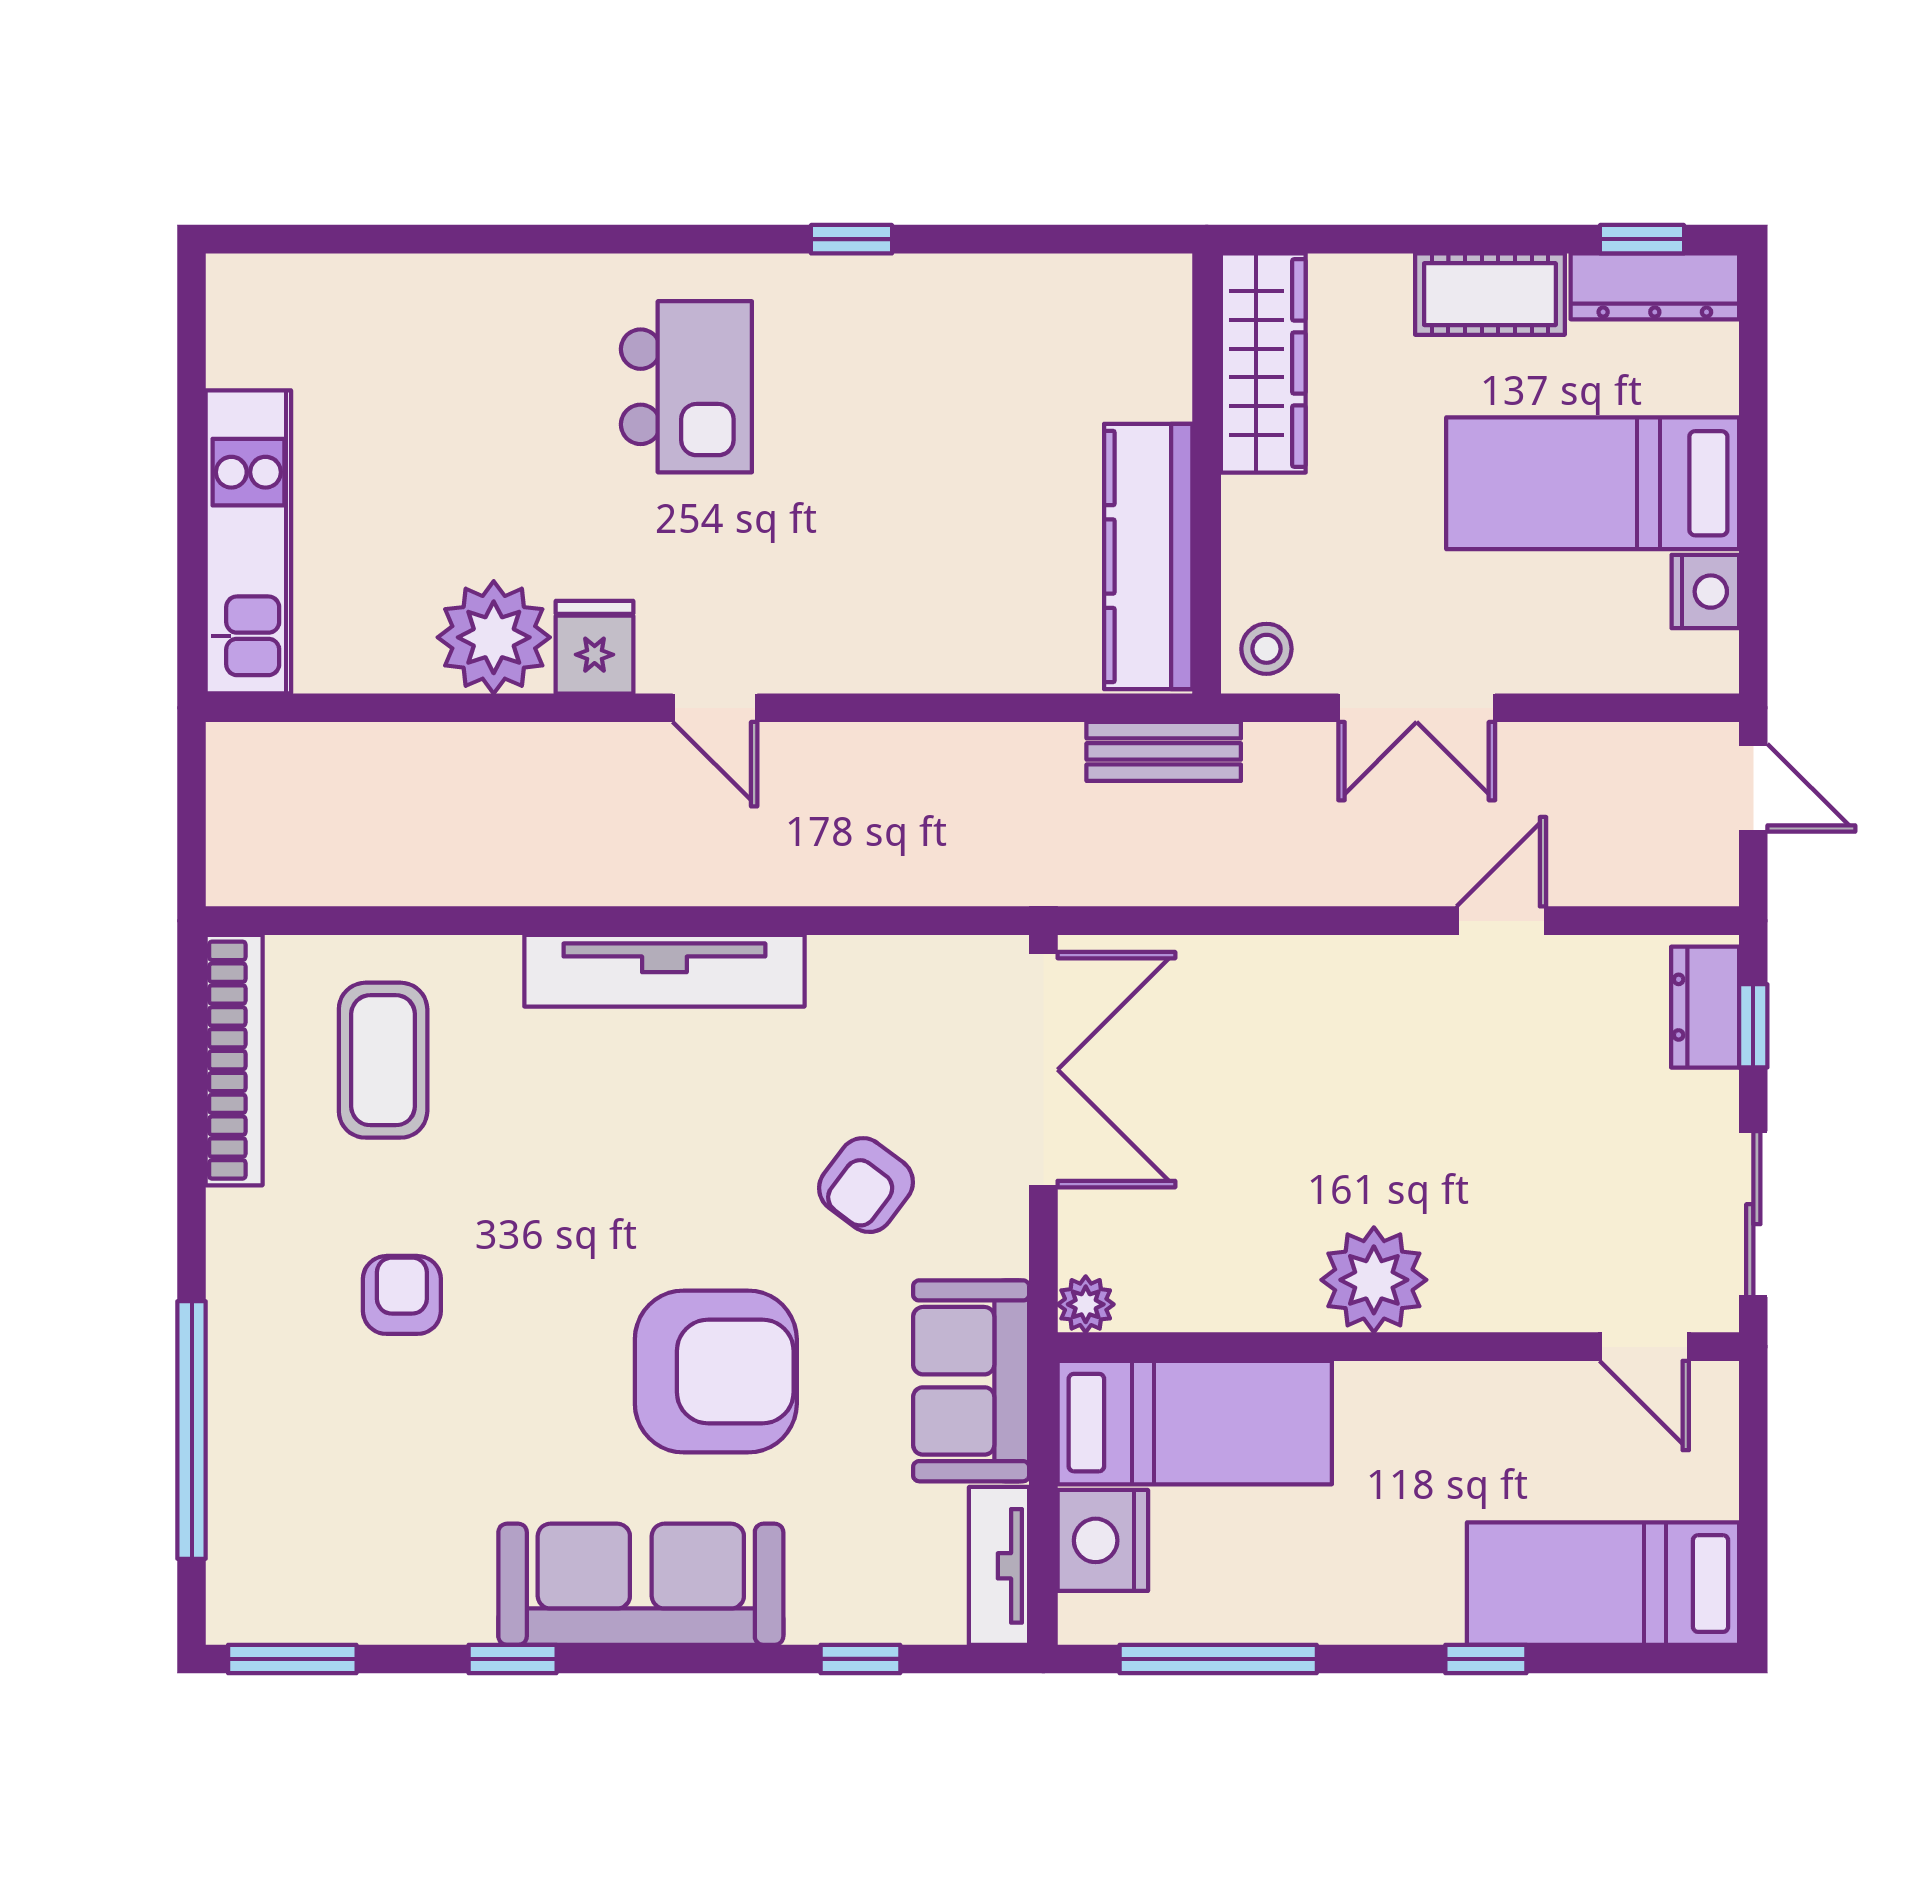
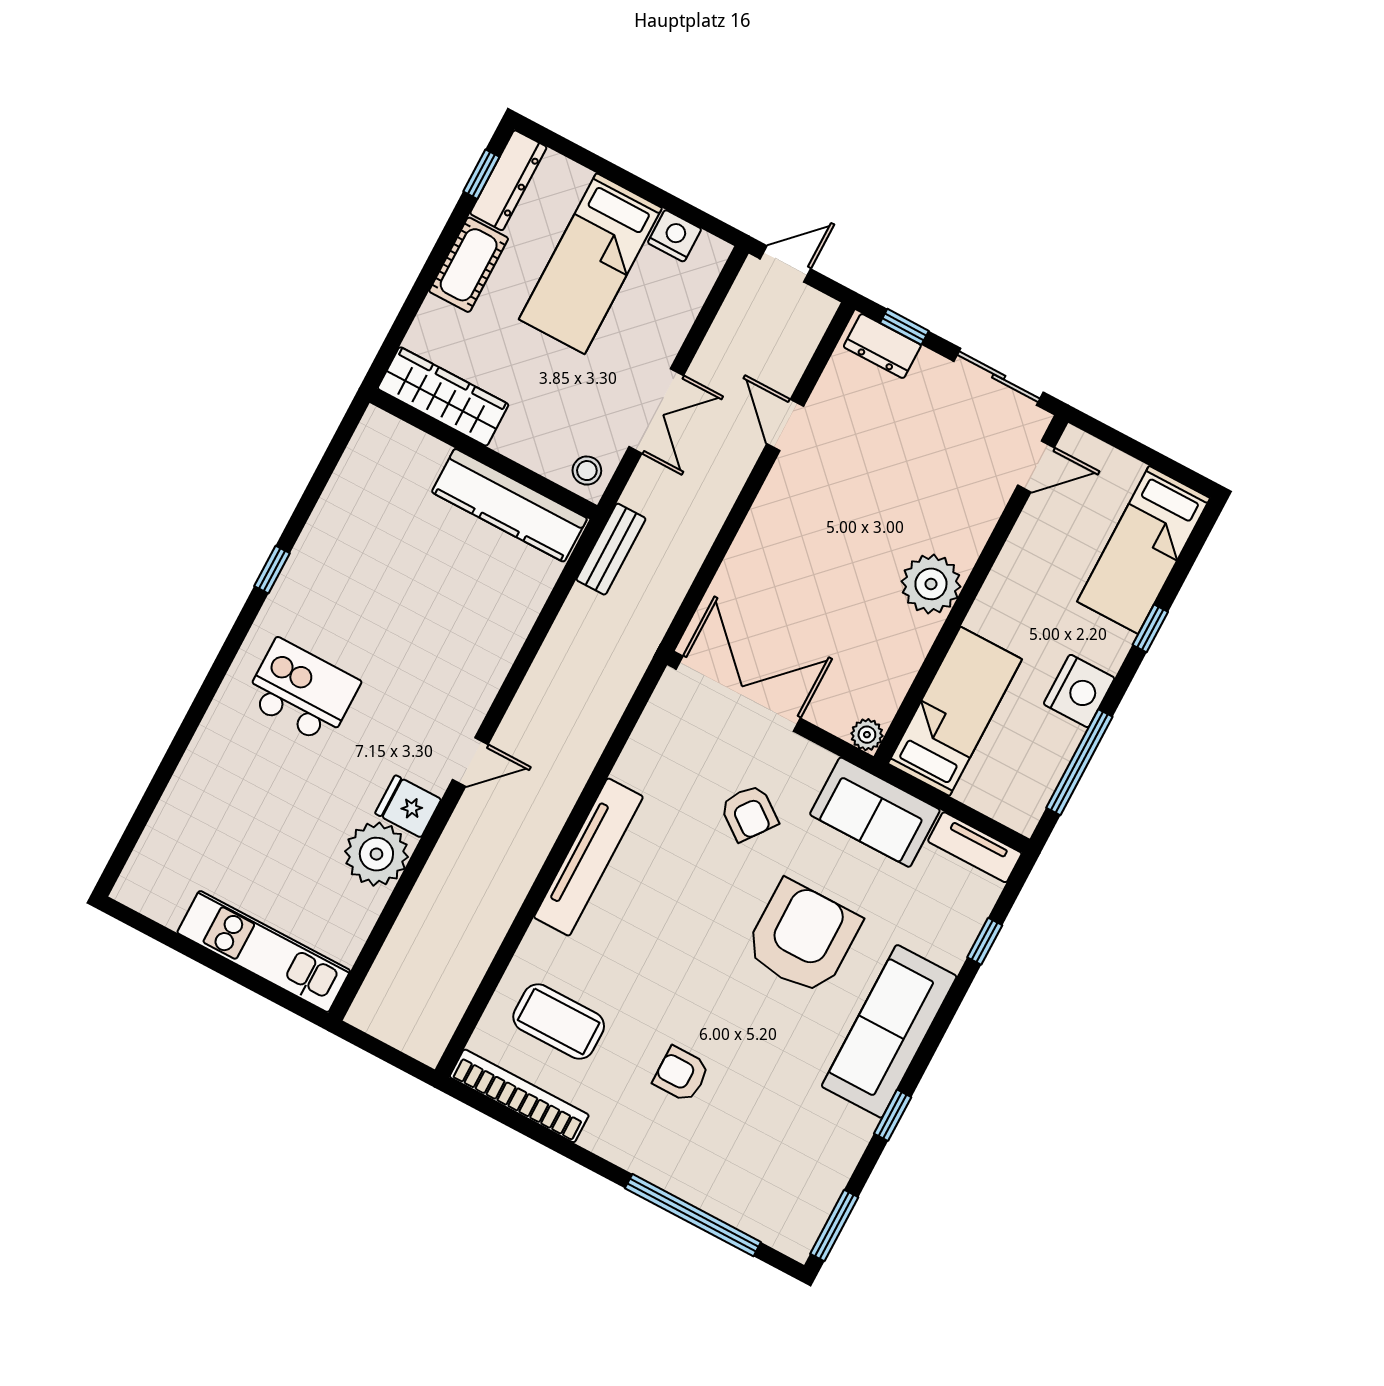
nightstand: (1103, 1540) -> (1079, 691), moved, turned -90

